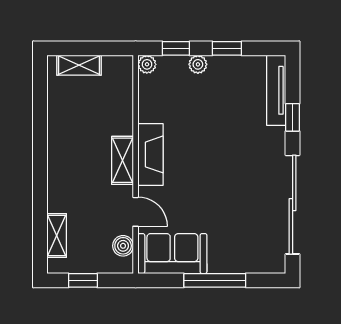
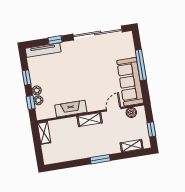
plant: (147, 64) -> (38, 100), moved
shelving: (79, 65) -> (44, 133), moved
fireplace: (151, 154) -> (71, 109), moved
window: (40, 169) -> (100, 159), added
sofa: (172, 254) -> (130, 82), width x1.36

